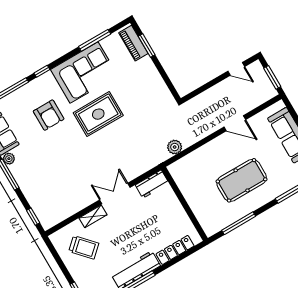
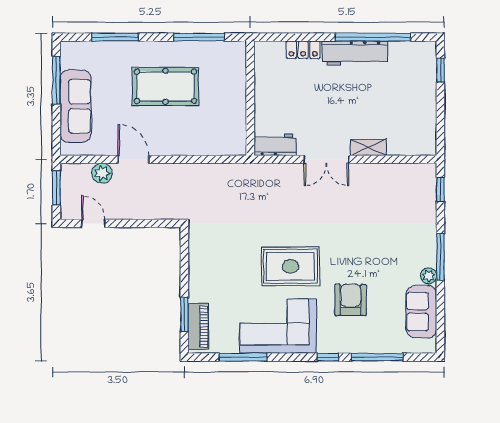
plant: (175, 147) -> (102, 173), moved
trolley: (84, 247) -> (401, 117), removed
locker: (175, 250) -> (303, 50), width x0.66

